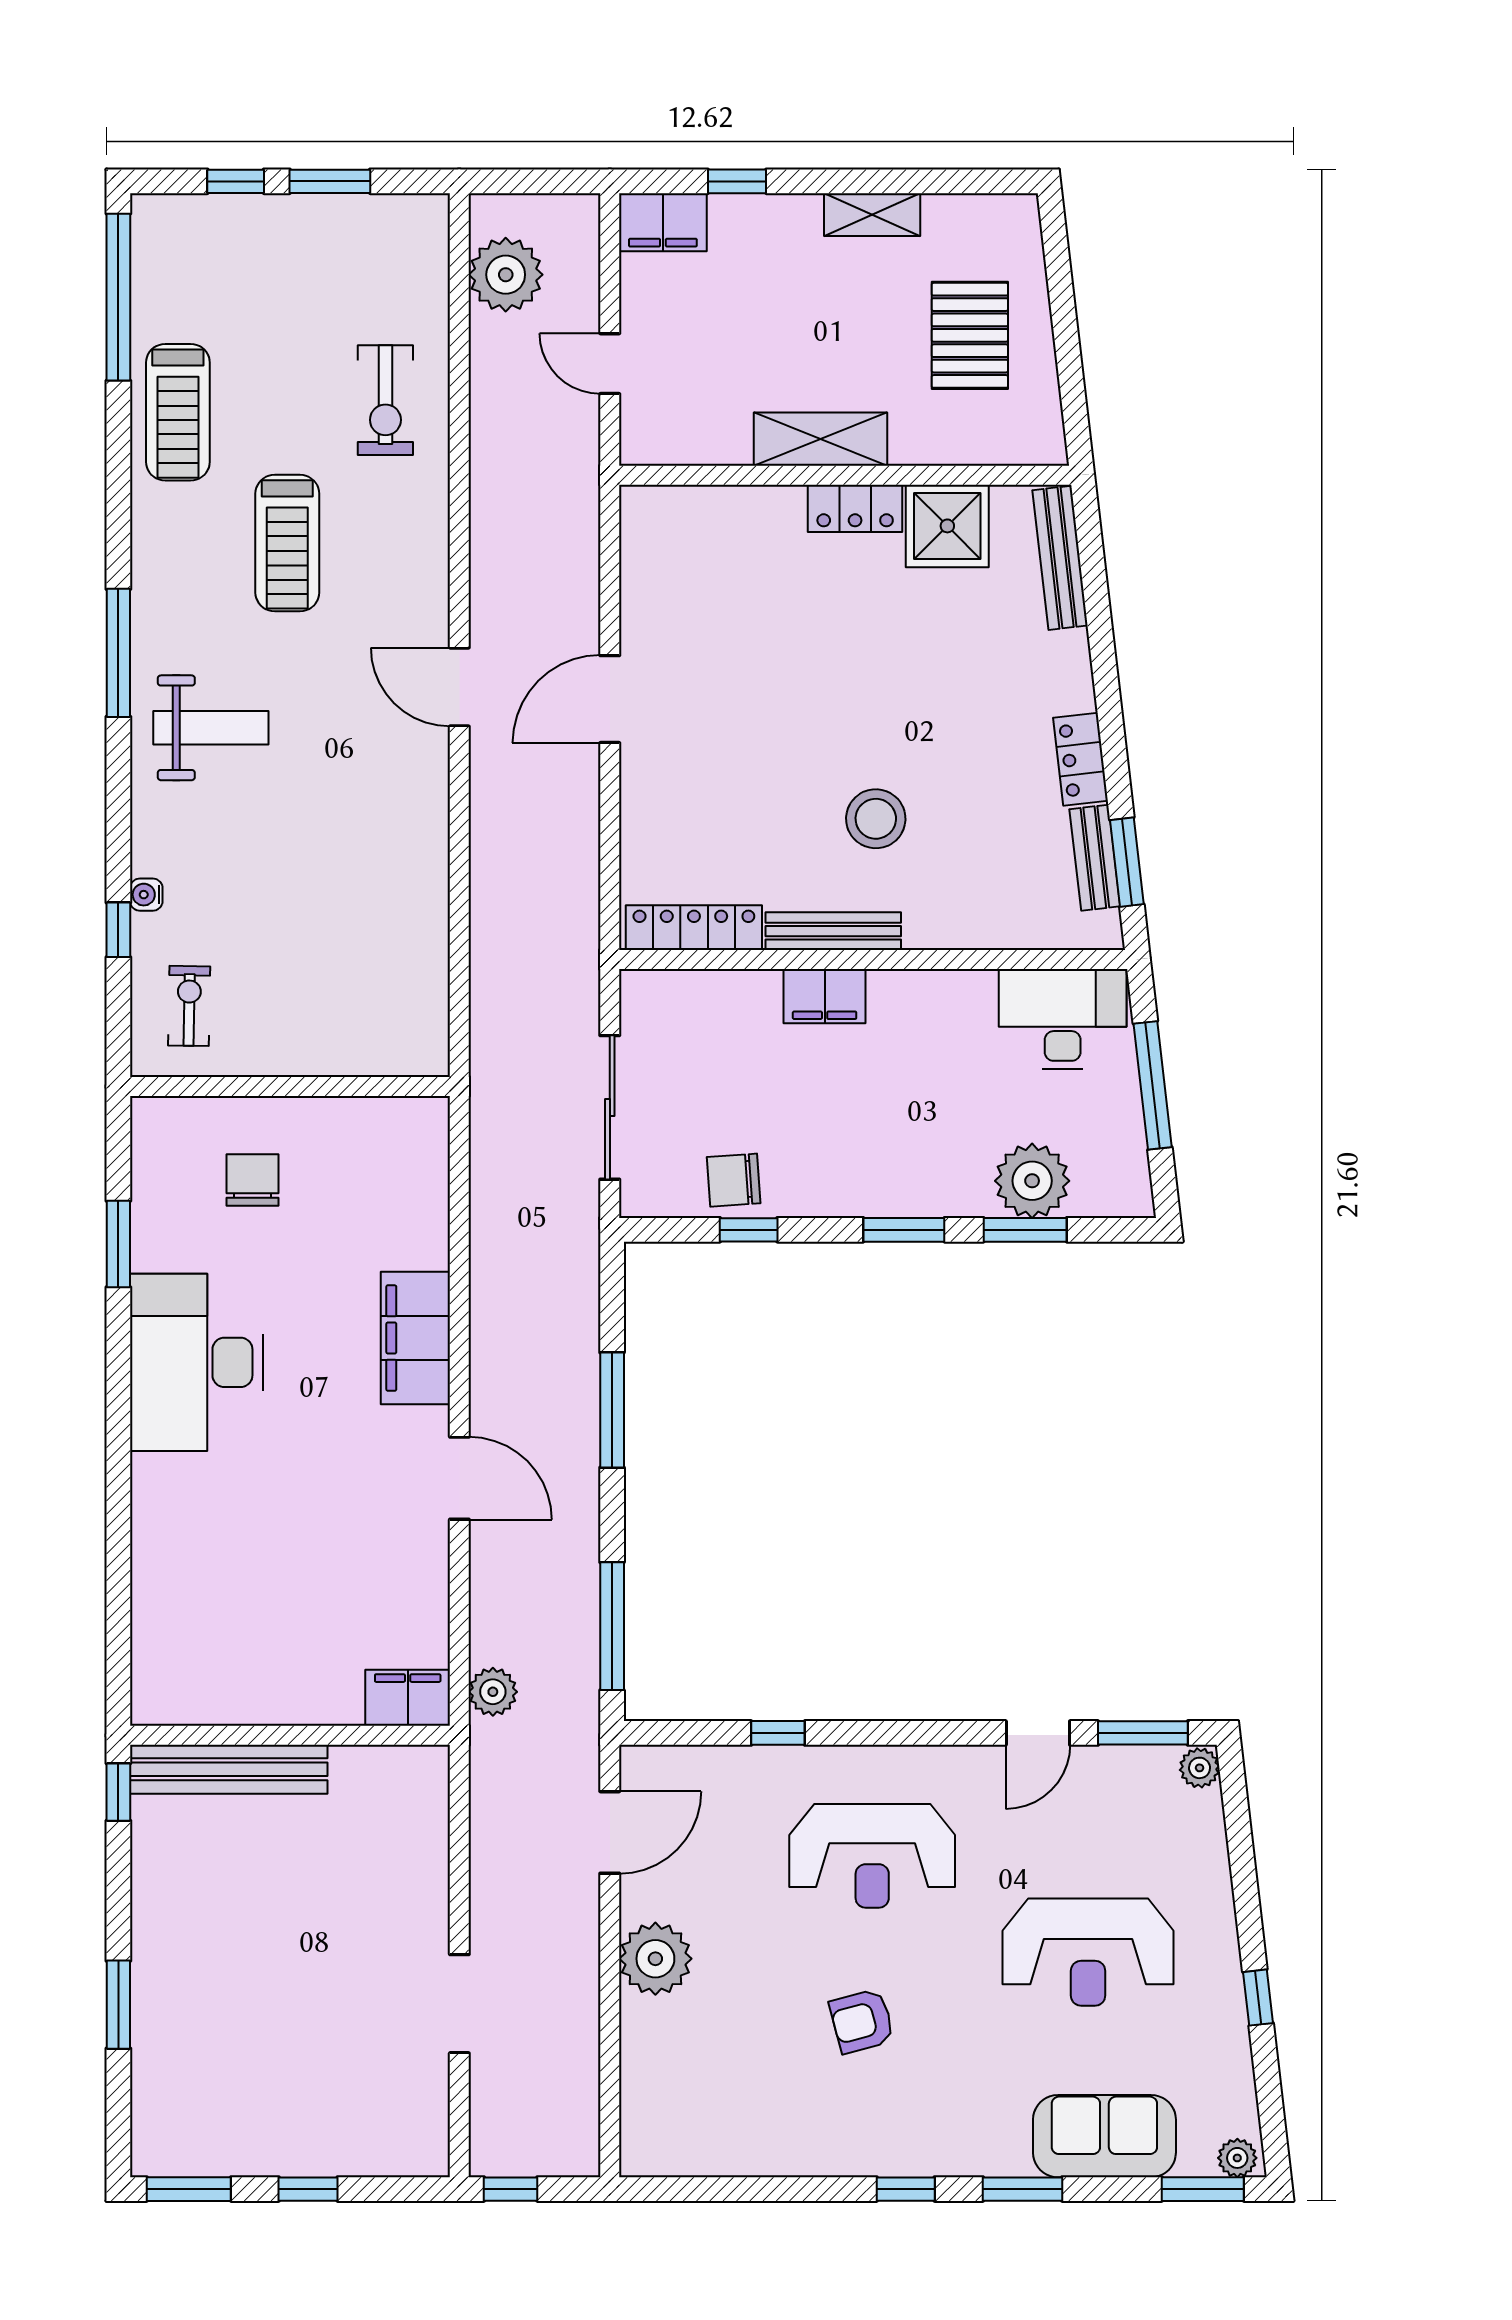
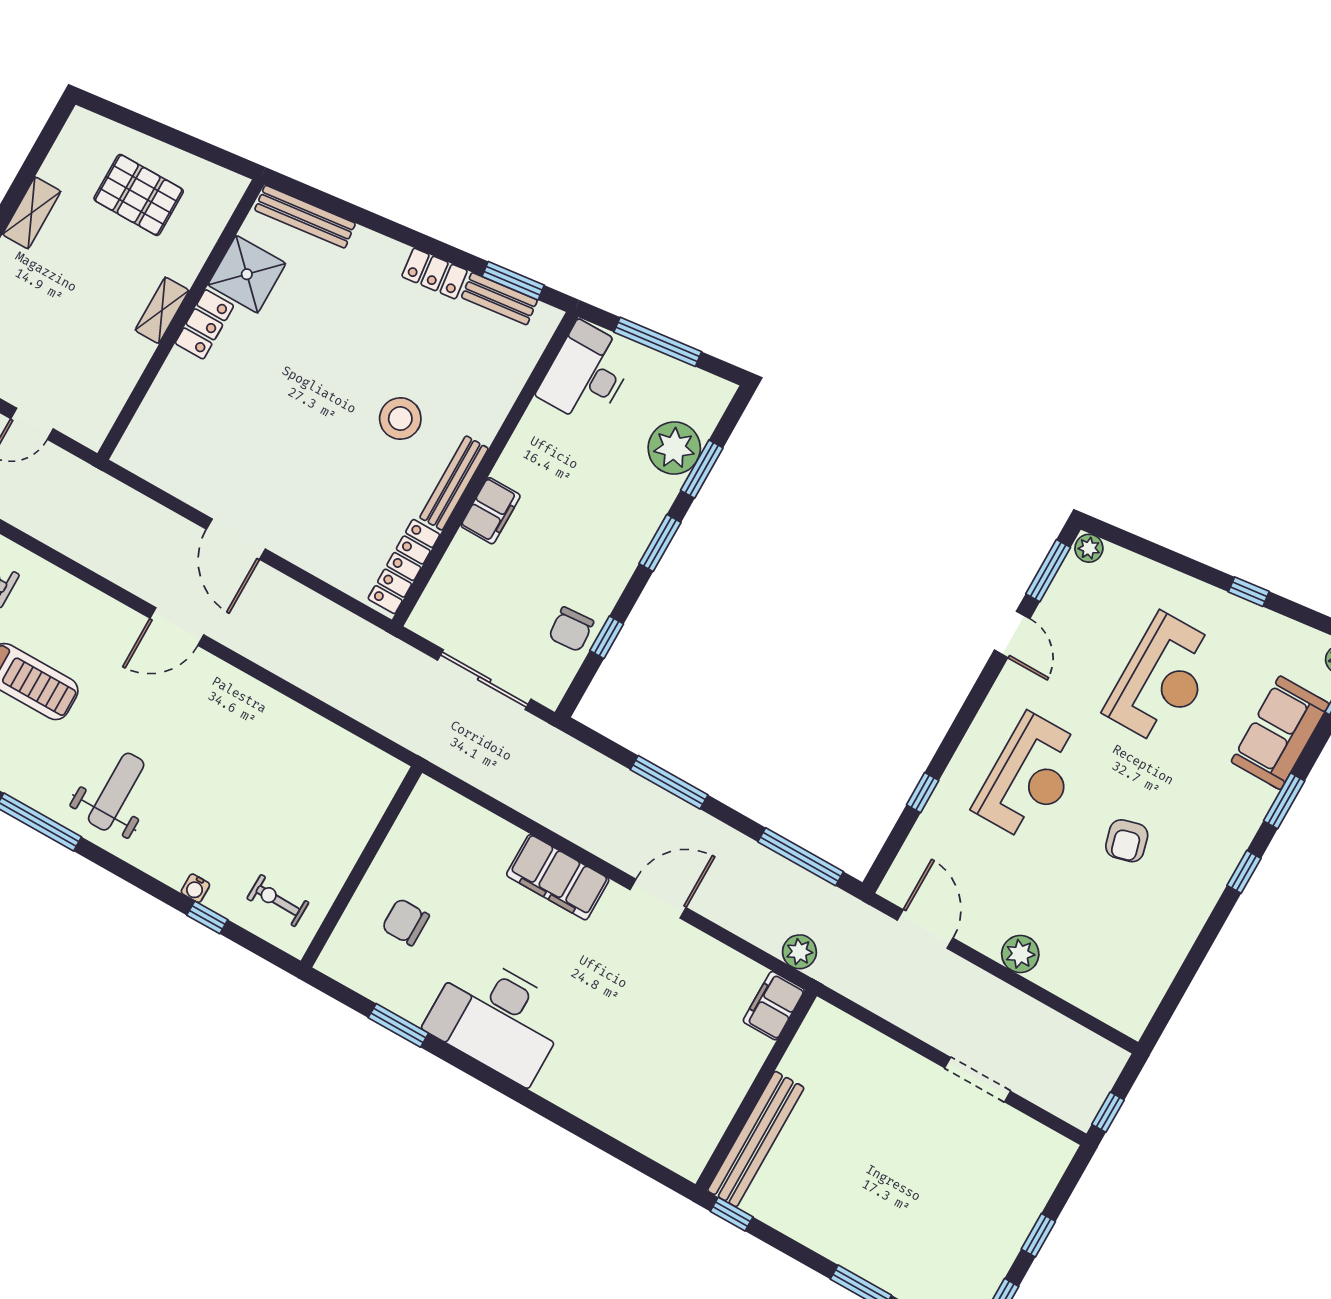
shelving: (820, 439) -> (162, 310), width x0.67, depth x0.75
plant: (655, 1959) -> (1020, 954), width x0.73, depth x0.73

